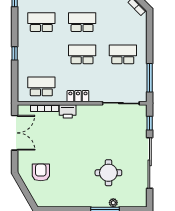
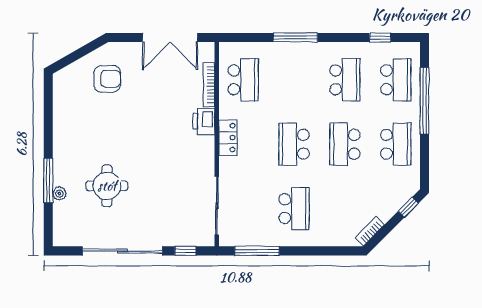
school desk: (82, 22) -> (345, 144), turned 180
window: (15, 53) -> (295, 37), width x2.17
school desk: (82, 54) -> (294, 144), turned 180

